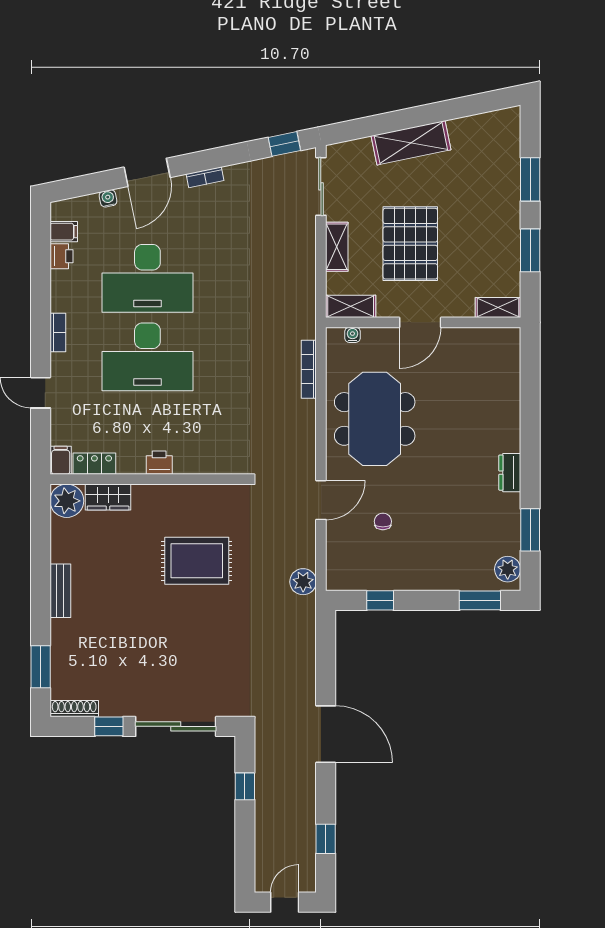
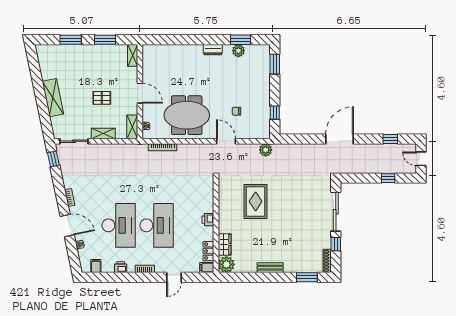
pallet: (410, 244) -> (102, 98), width x0.49, depth x0.50
printer: (61, 256) -> (121, 267), moved
plant: (508, 569) -> (238, 51), moved
window: (245, 786) -> (388, 178), moved

